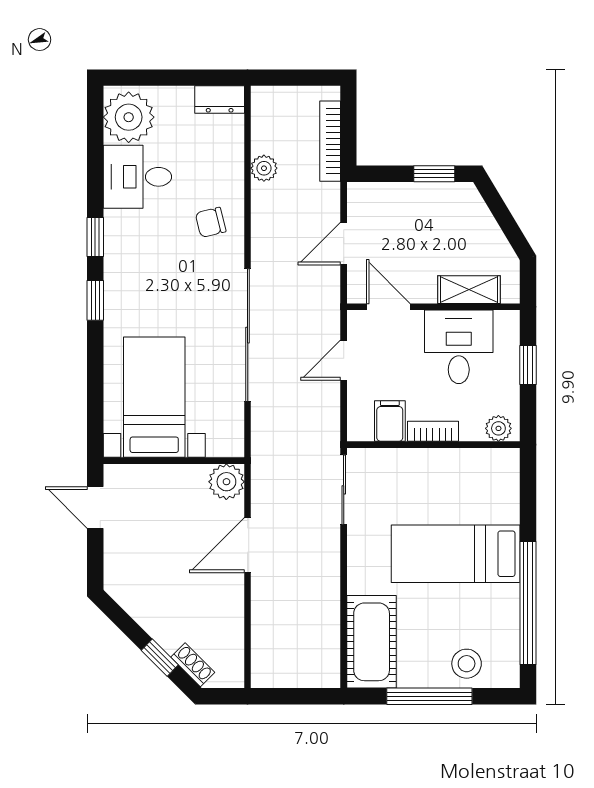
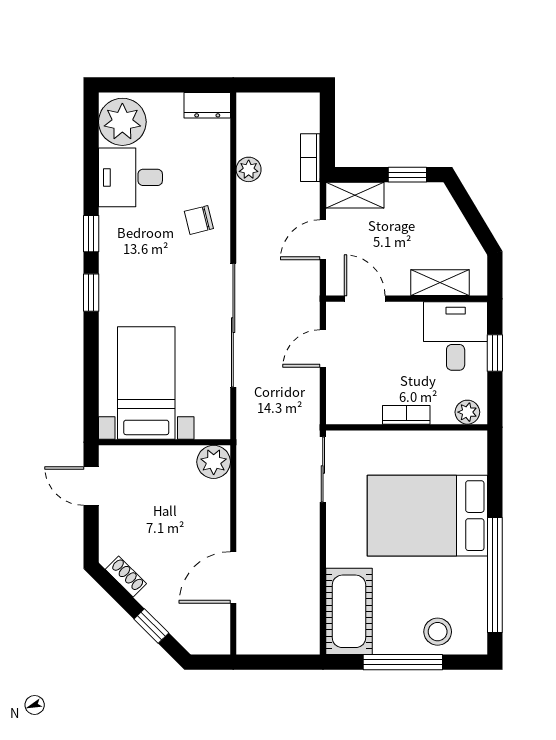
bookcase: (330, 141) -> (310, 158), width x0.64
shelving: (378, 196) -> (355, 195), added
desk: (459, 347) -> (456, 336), moved
filing cabinet: (390, 421) -> (366, 405), removed
door: (248, 545) -> (233, 577), moved
bed: (456, 554) -> (427, 516), width x1.50
shoe rack: (193, 665) -> (126, 576), moved

